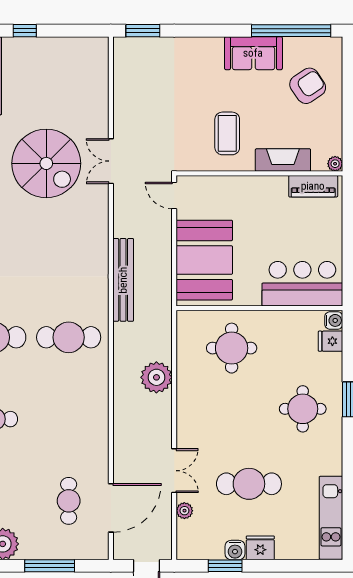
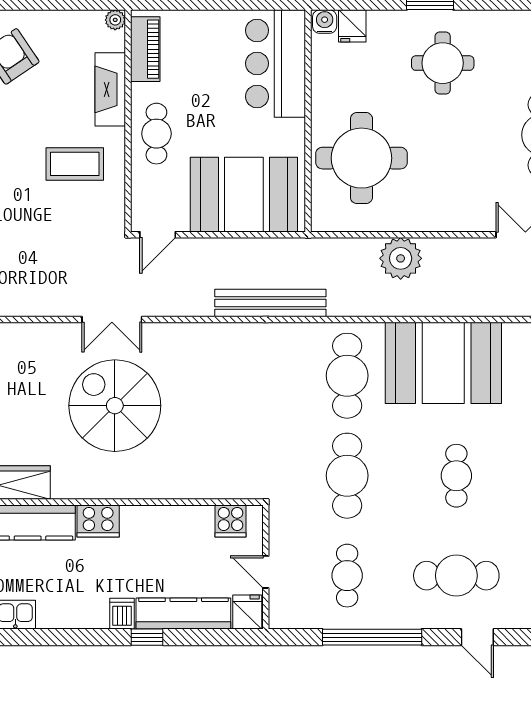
spiral stairs: (46, 163) -> (115, 406), turned -90
cafe table: (250, 195) -> (156, 134), added
round table: (232, 348) -> (361, 158), width x1.36, depth x1.36
booth: (78, 409) -> (443, 363), added

